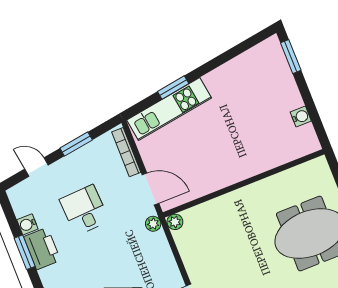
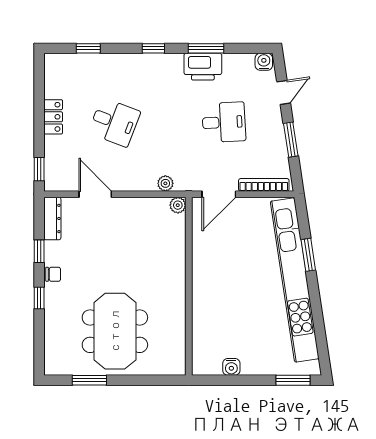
kitchen unit: (169, 109) -> (295, 280), width x1.86
water cooler: (27, 224) -> (264, 62), moved
plant: (153, 224) -> (165, 183), moved

